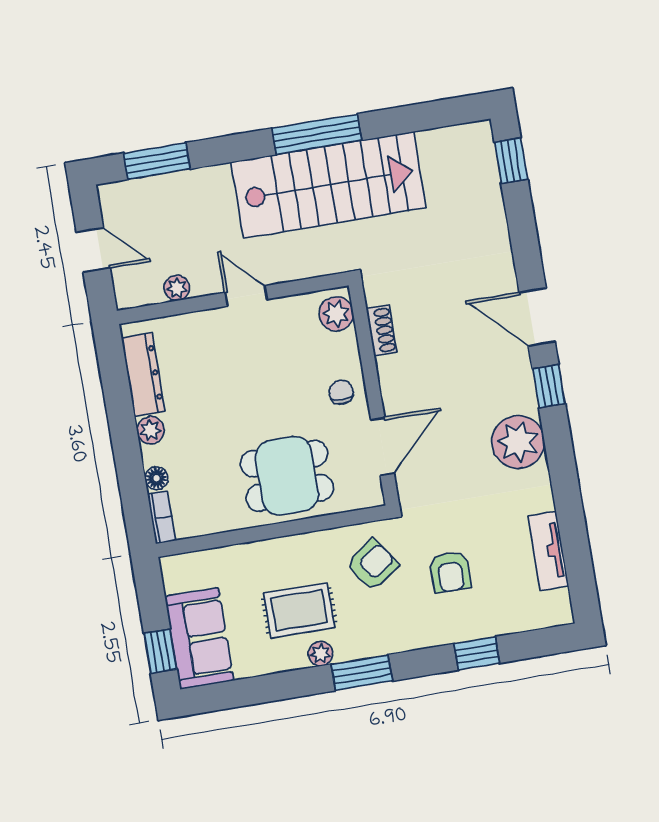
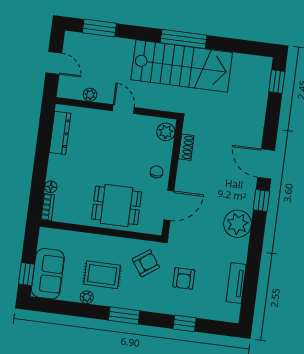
plant: (151, 430) -> (55, 162), removed
plant: (321, 654) -> (87, 297), moved

